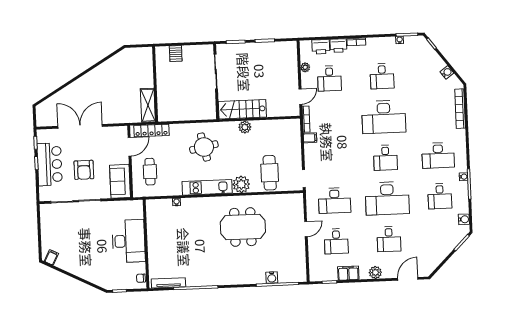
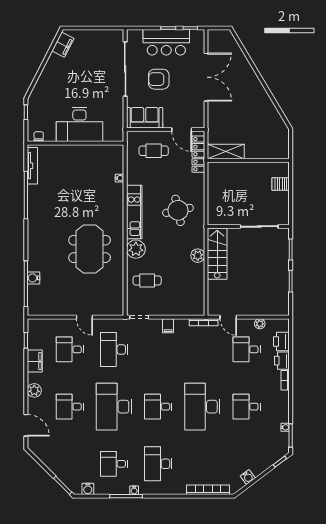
filing cabinet: (310, 138) -> (168, 326), moved
cafe table: (270, 173) -> (147, 280), width x0.73, depth x0.74
filing cabinet: (51, 257) -> (63, 45), width x2.00

